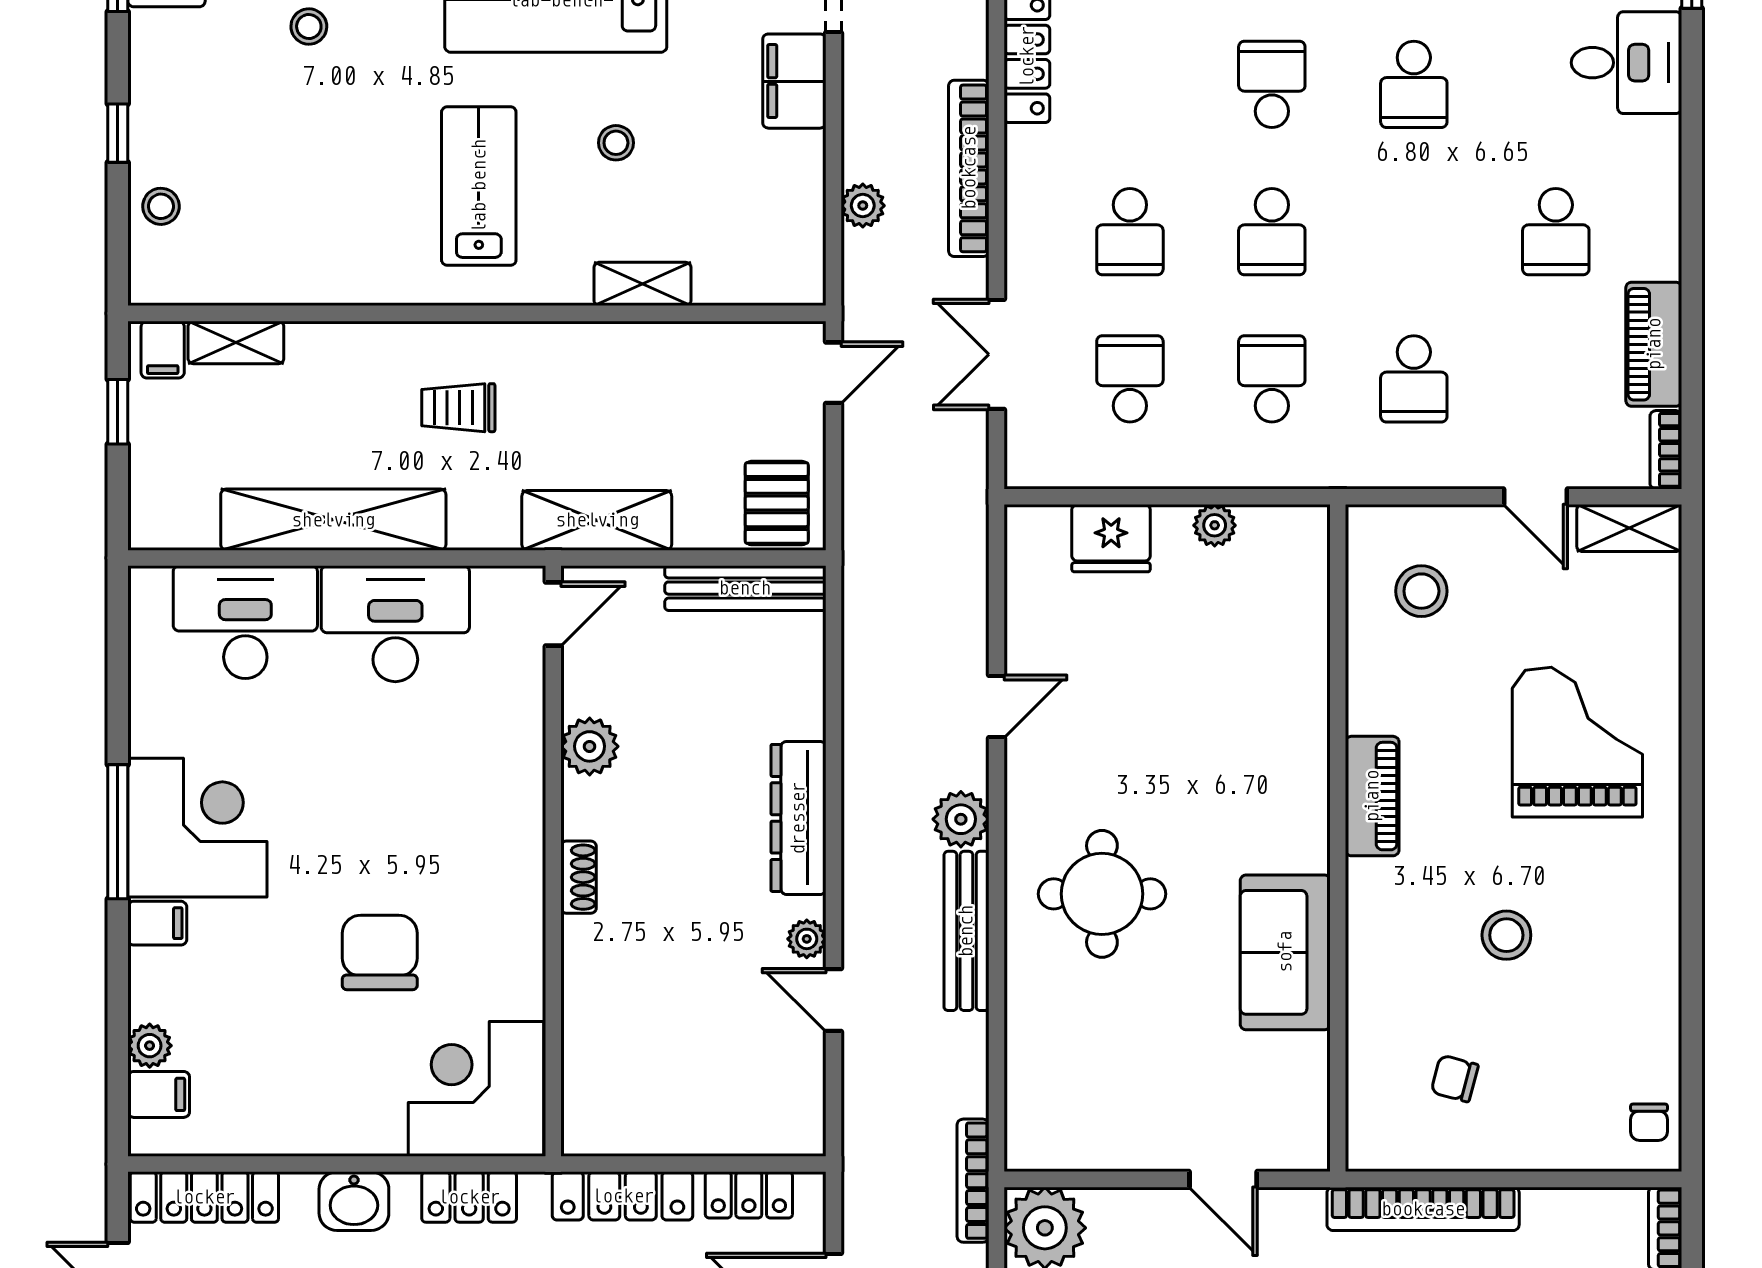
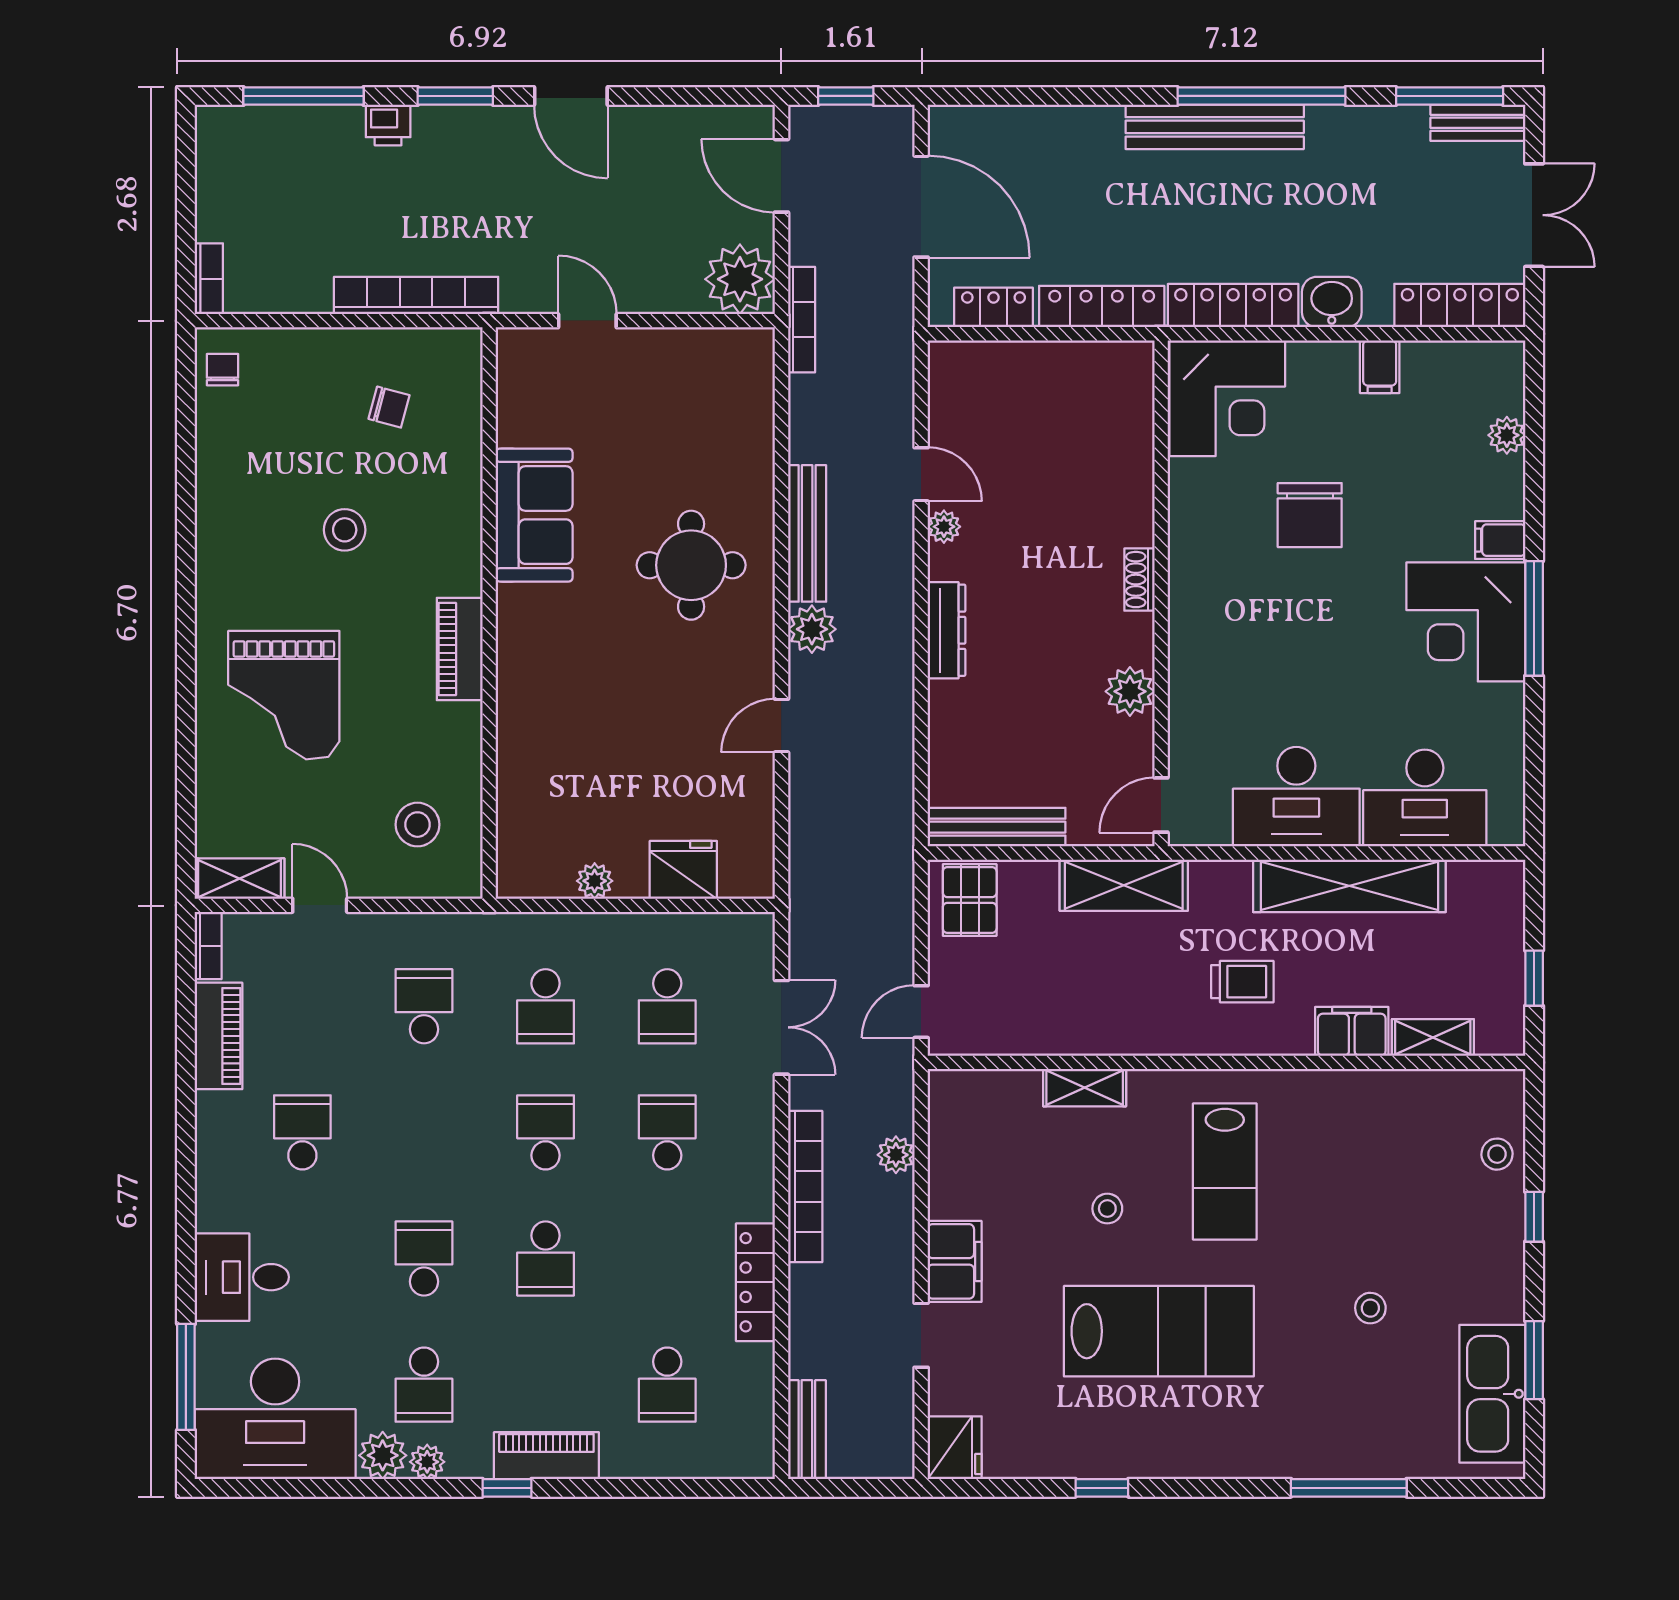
filing cabinet: (163, 350) -> (1352, 1031), moved, width x2.00
dresser: (798, 818) -> (946, 630), width x0.73, depth x0.80
filing cabinet: (159, 1094) -> (1380, 367), moved, turned -90
locker: (469, 1197) -> (1233, 306), width x1.53

